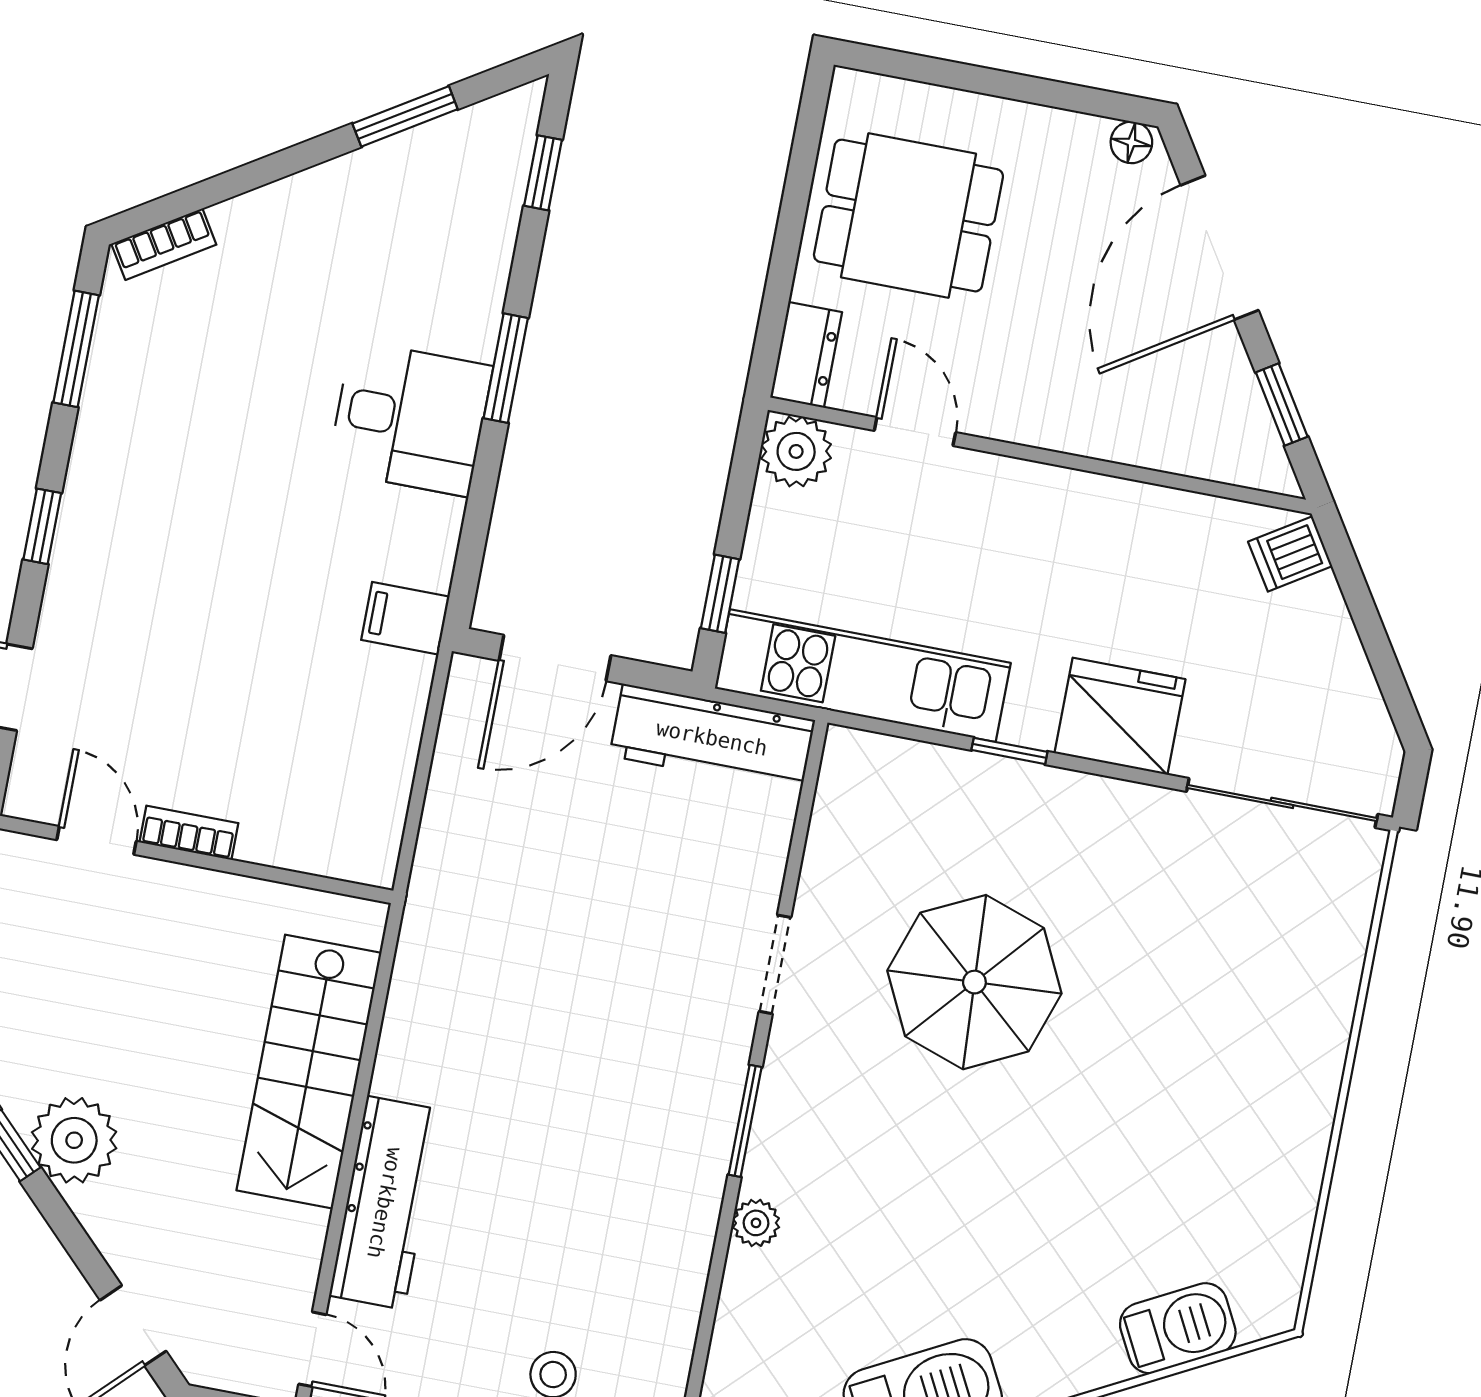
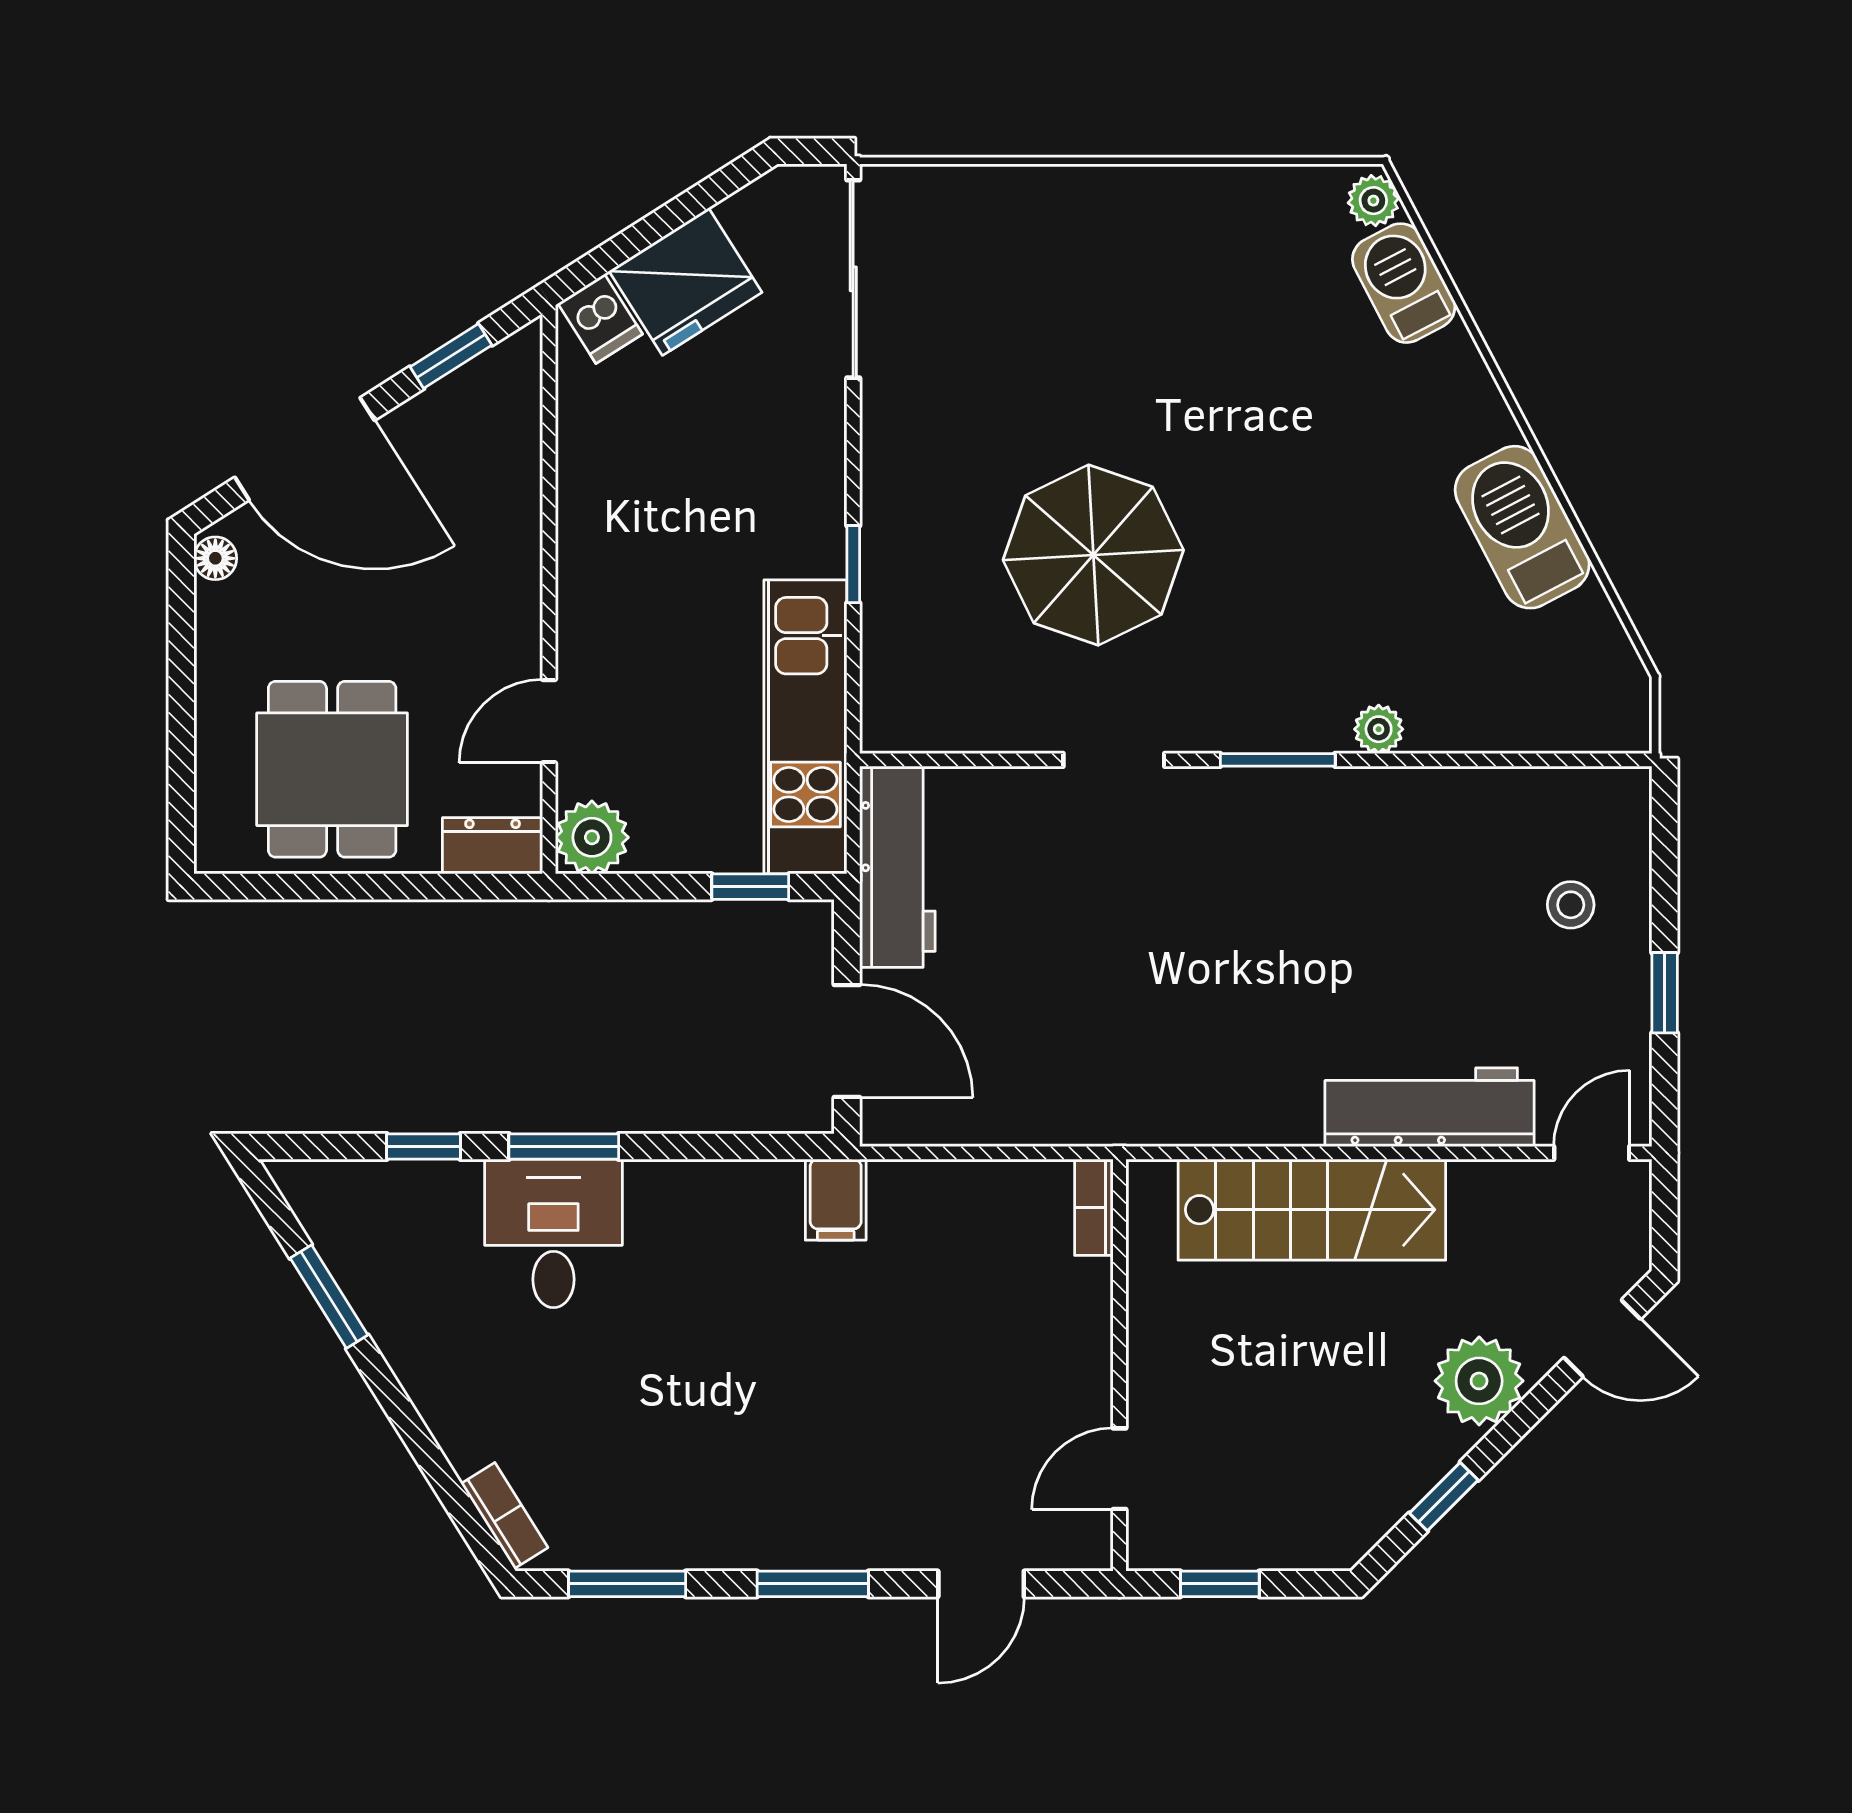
window: (543, 173) -> (423, 1147), moved
desk: (410, 418) -> (553, 1233), moved
window: (42, 526) -> (813, 1584), width x1.50
fridge: (1120, 716) -> (685, 282), moved, turned -122
bookcase: (189, 833) -> (1094, 1207), moved
plant: (74, 1140) -> (1479, 1381), moved
plant: (1262, 1314) -> (1373, 201), added

